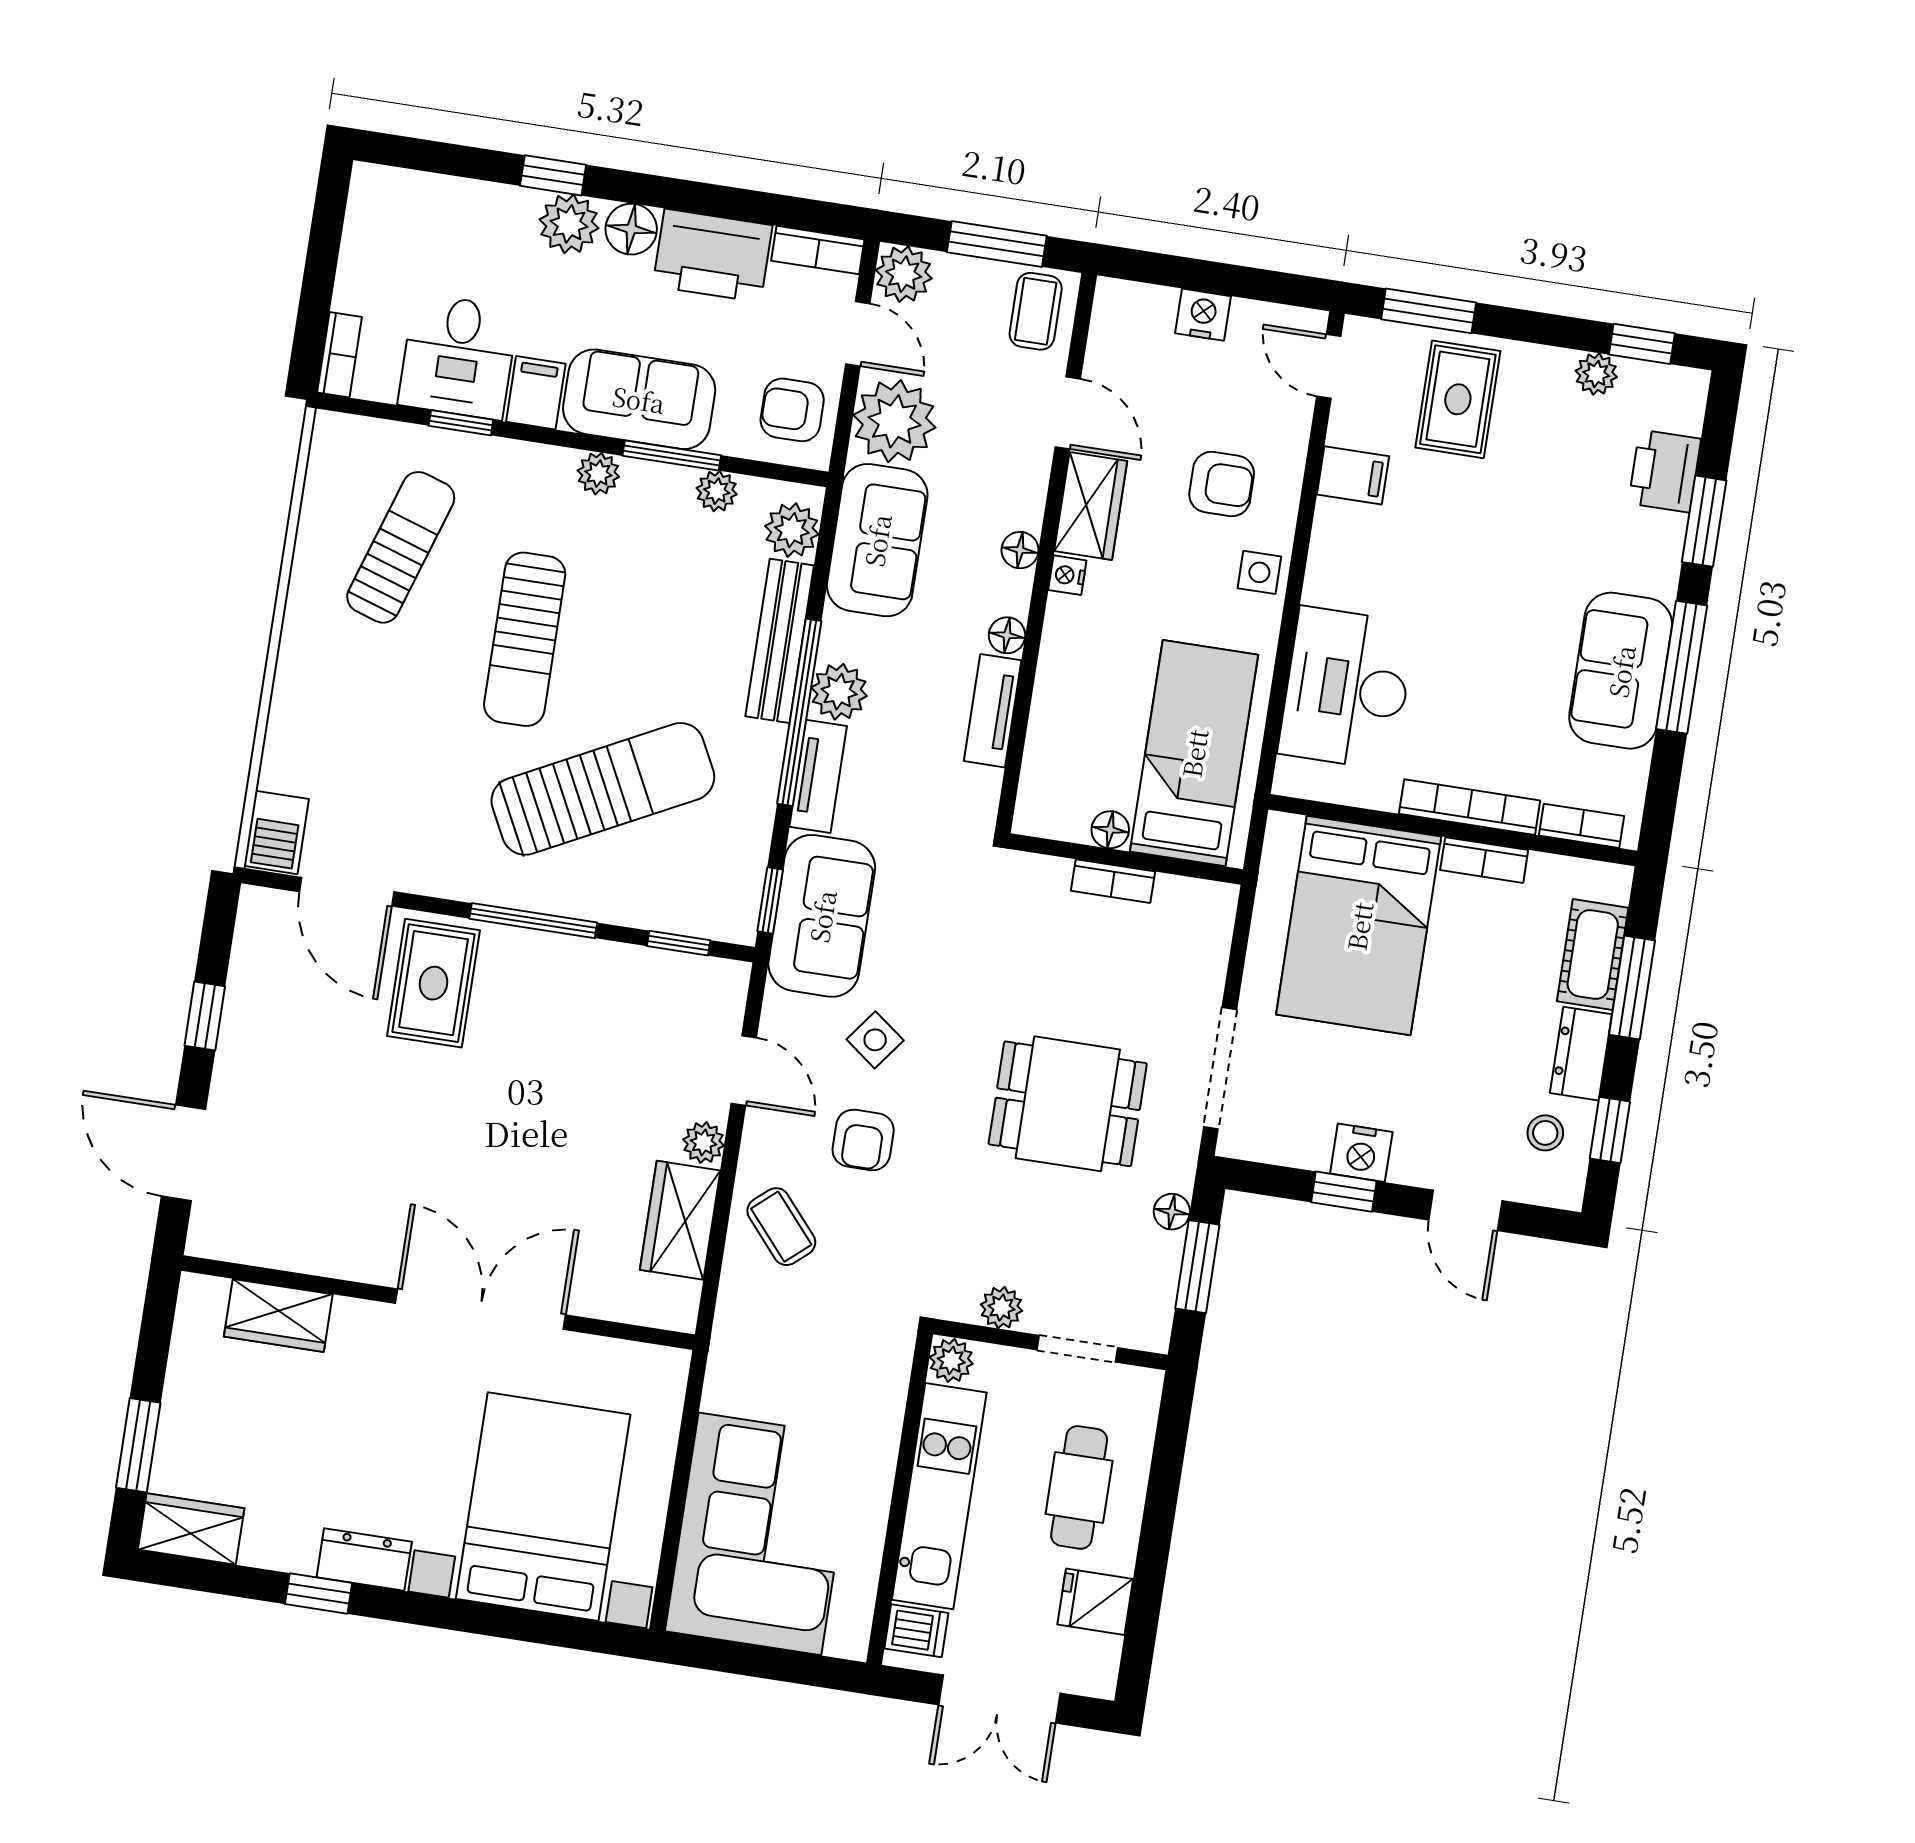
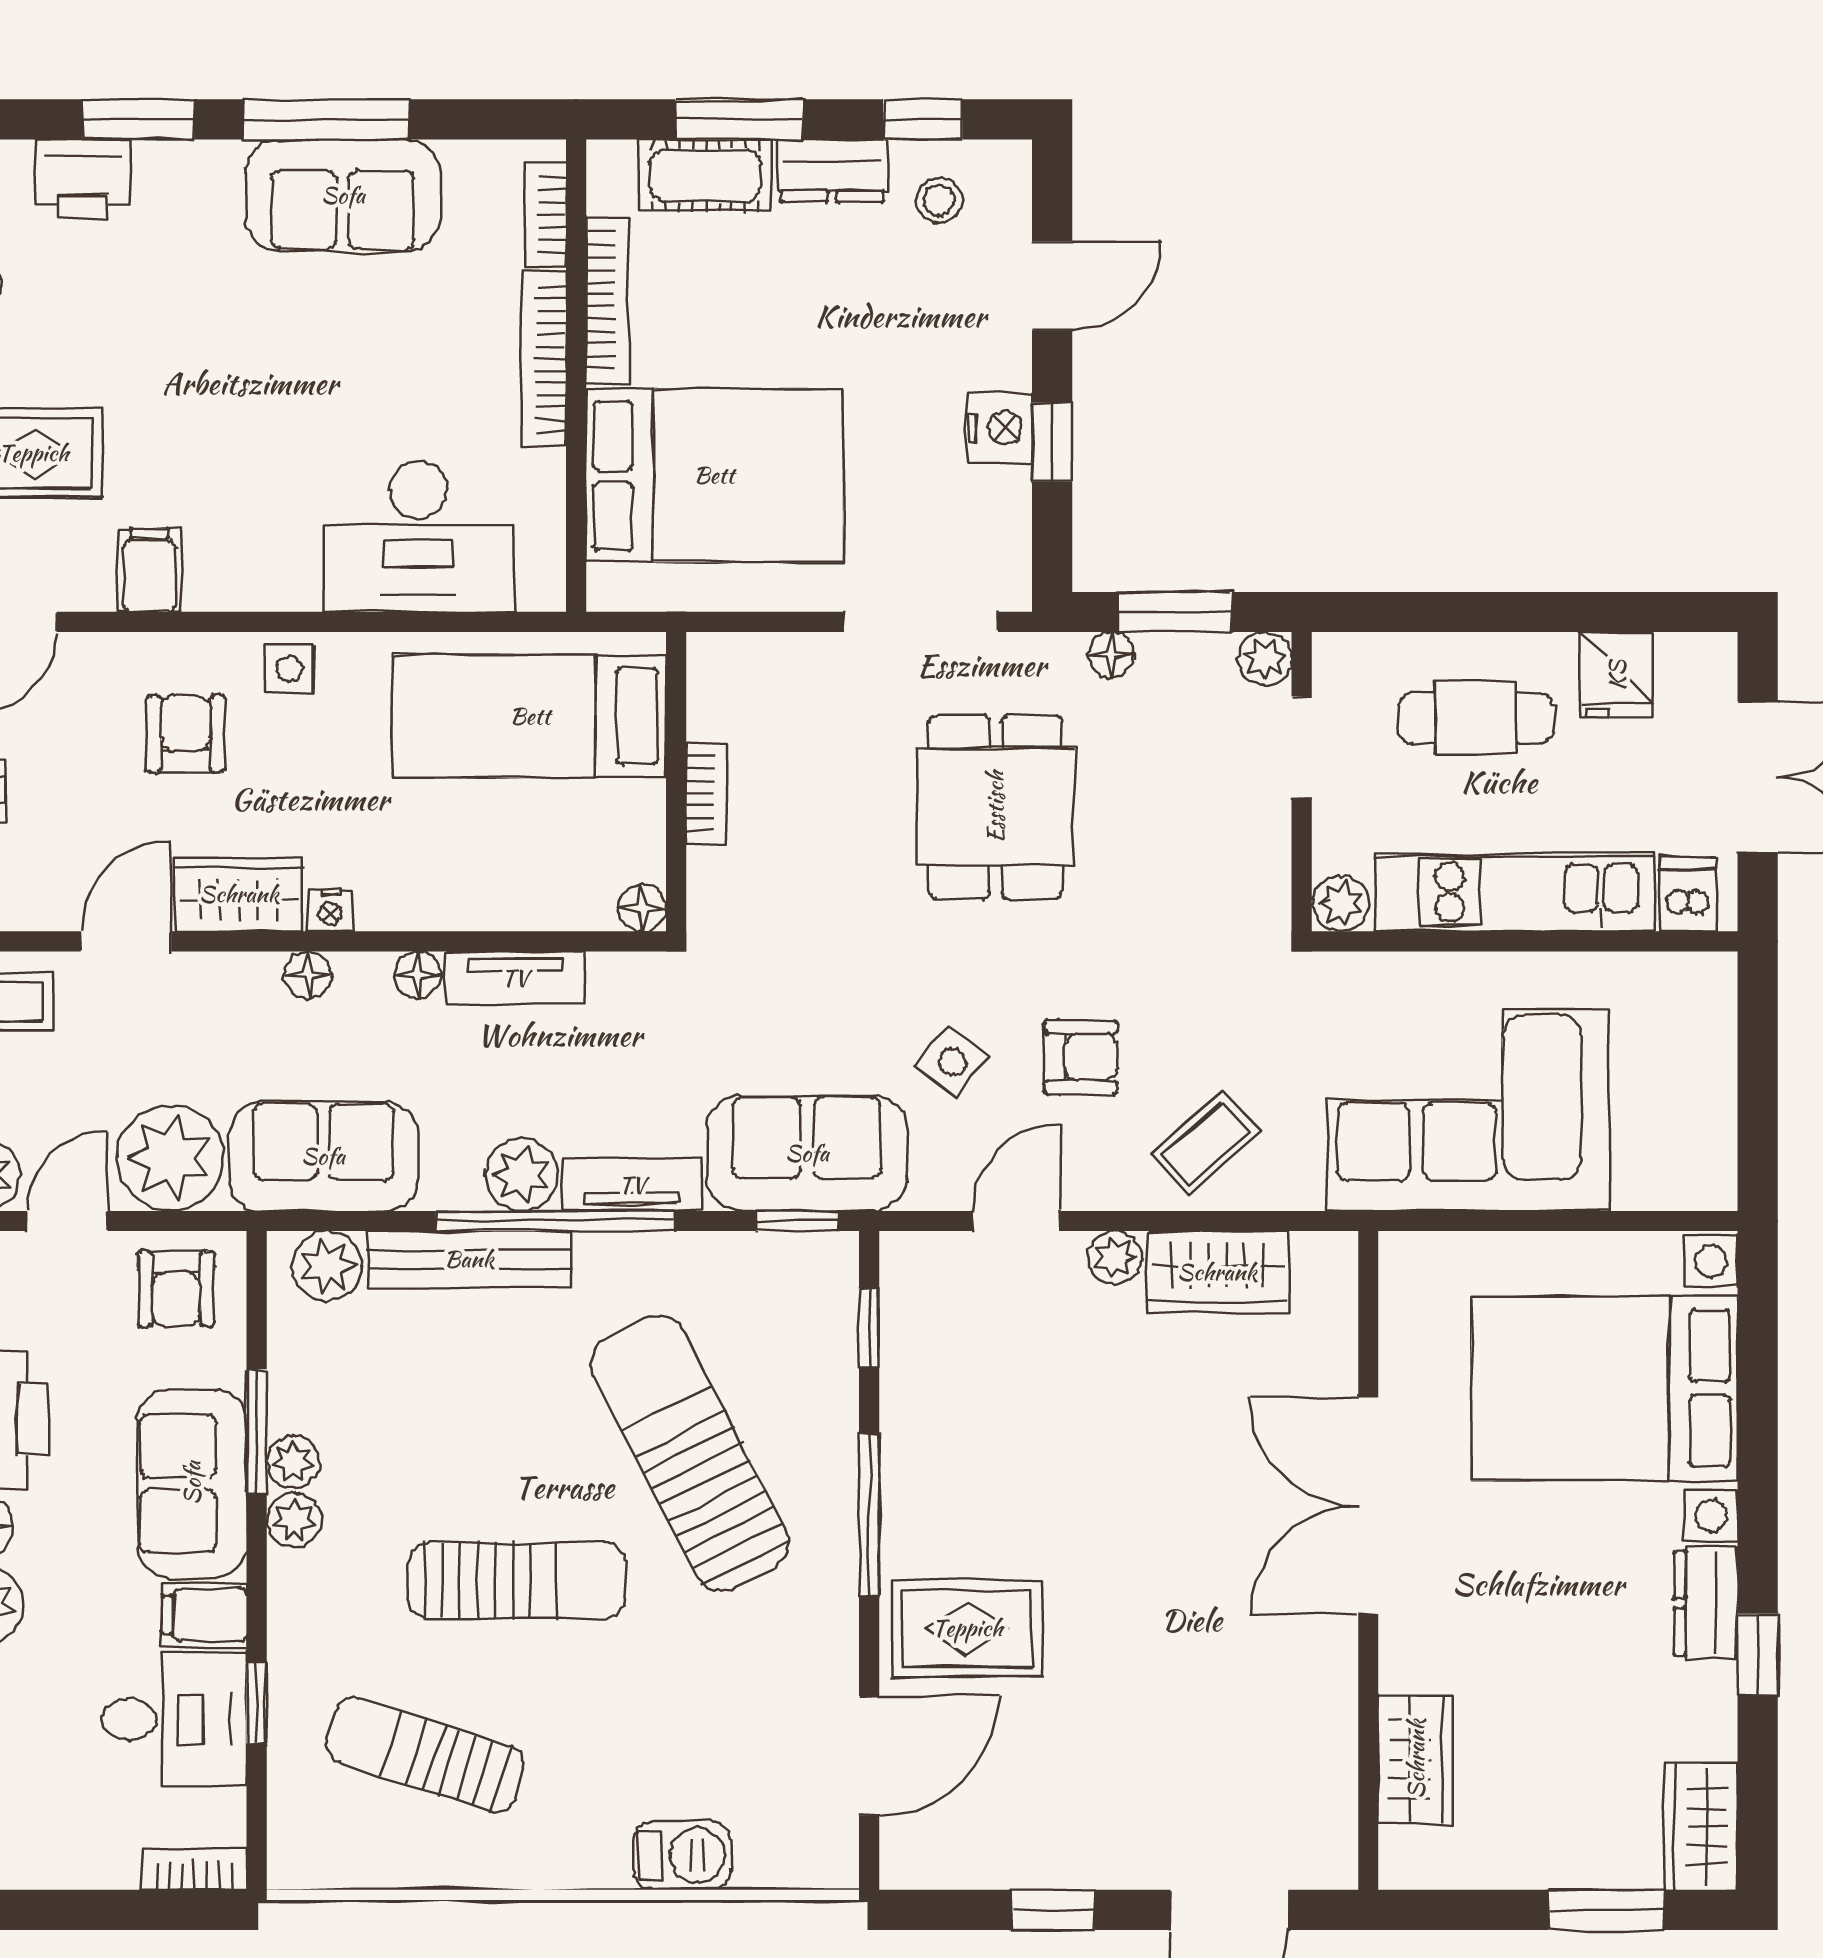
plant: (717, 491) -> (293, 1462), moved
floor lamp: (1110, 830) -> (642, 908), moved
barbecue: (276, 832) -> (682, 1855), moved
bookcase: (1484, 860) -> (608, 300), width x1.56
plant: (1001, 1308) -> (1265, 659), moved
corner sofa: (760, 1534) -> (1469, 1110), moved

